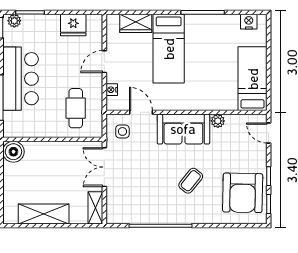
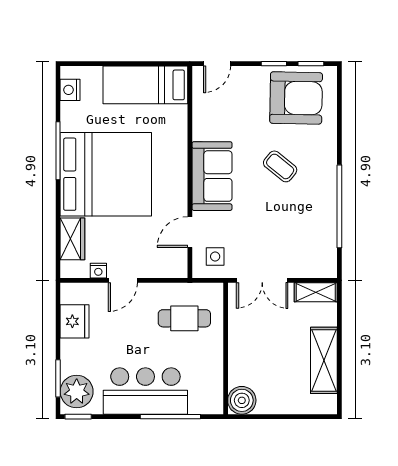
plant: (14, 21) -> (77, 392), width x1.87, depth x1.87
bed: (169, 49) -> (106, 174), width x2.04
door: (104, 62) -> (123, 280), hinge flipped
nightstand: (112, 90) -> (98, 271), moved
plant: (218, 121) -> (201, 131), removed

